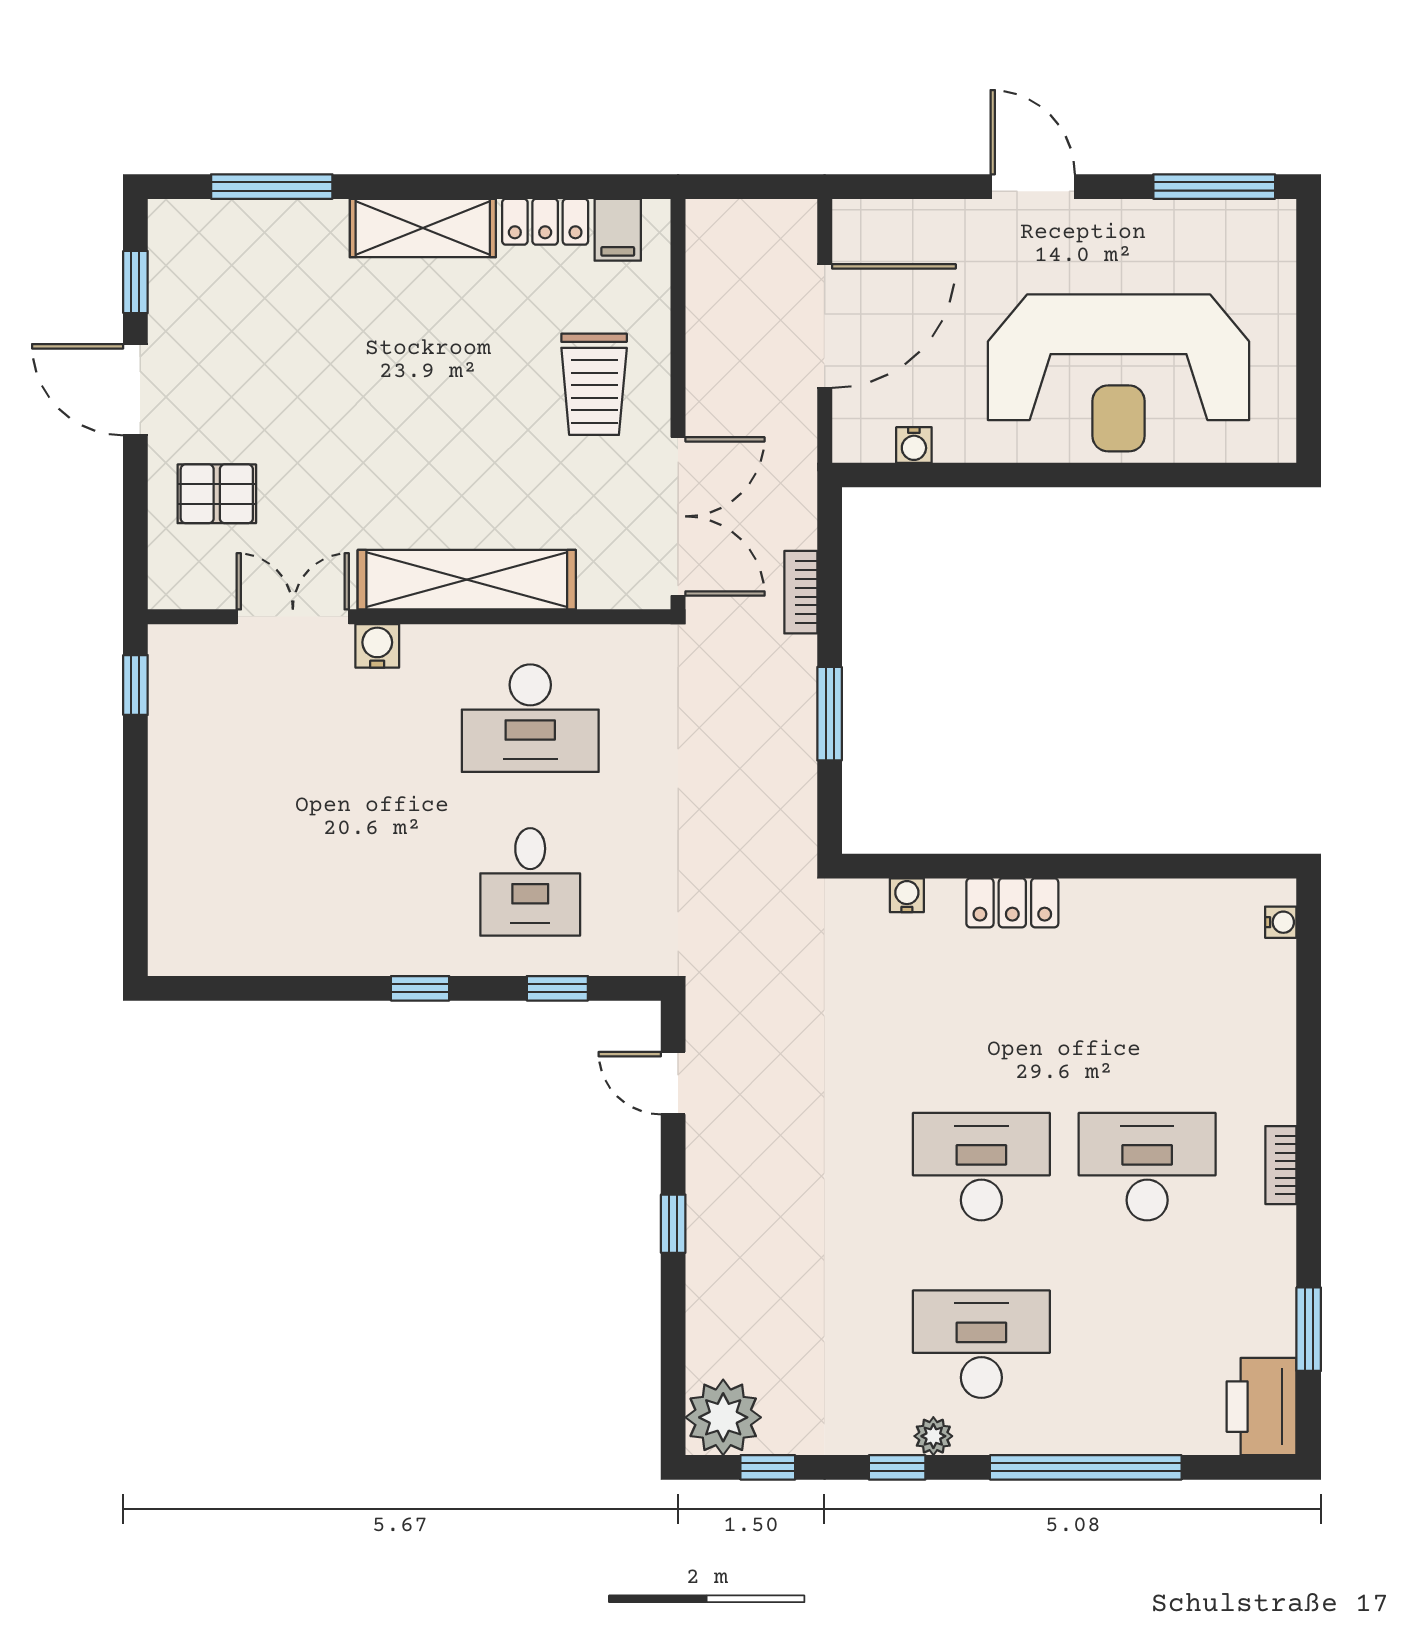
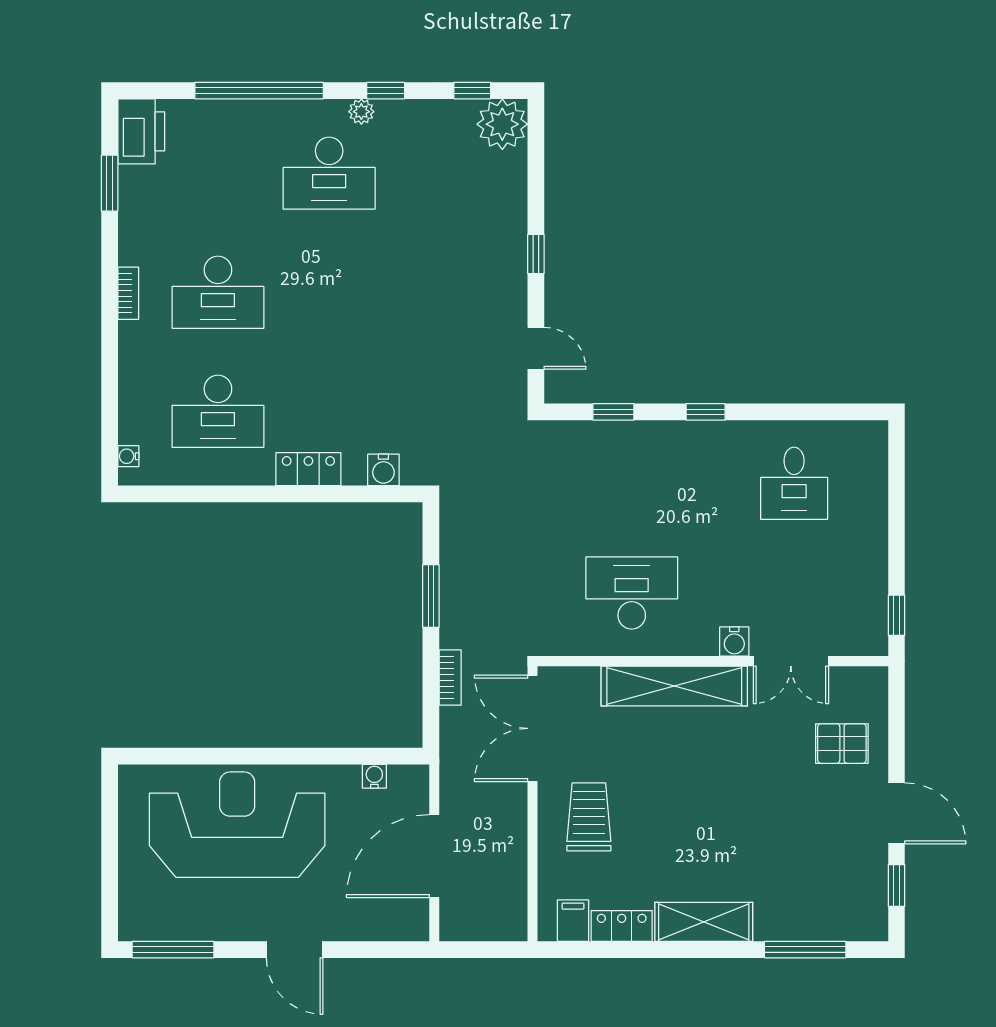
desk: (530, 882) -> (794, 483), moved, turned 180
water cooler: (907, 895) -> (383, 470), width x1.38, depth x1.38
desk: (981, 1167) -> (218, 411), moved

